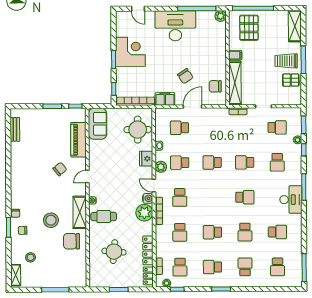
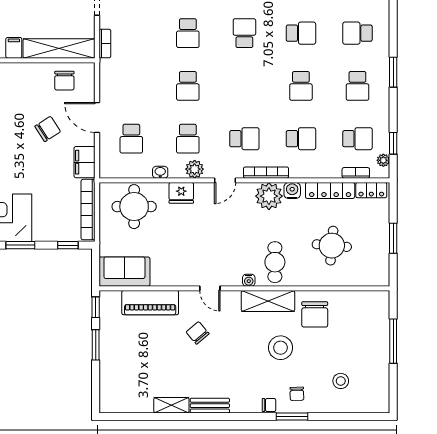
bench: (15, 129) -> (210, 406), moved
water cooler: (148, 198) -> (292, 191), moved
shelving: (16, 275) -> (171, 405), moved

